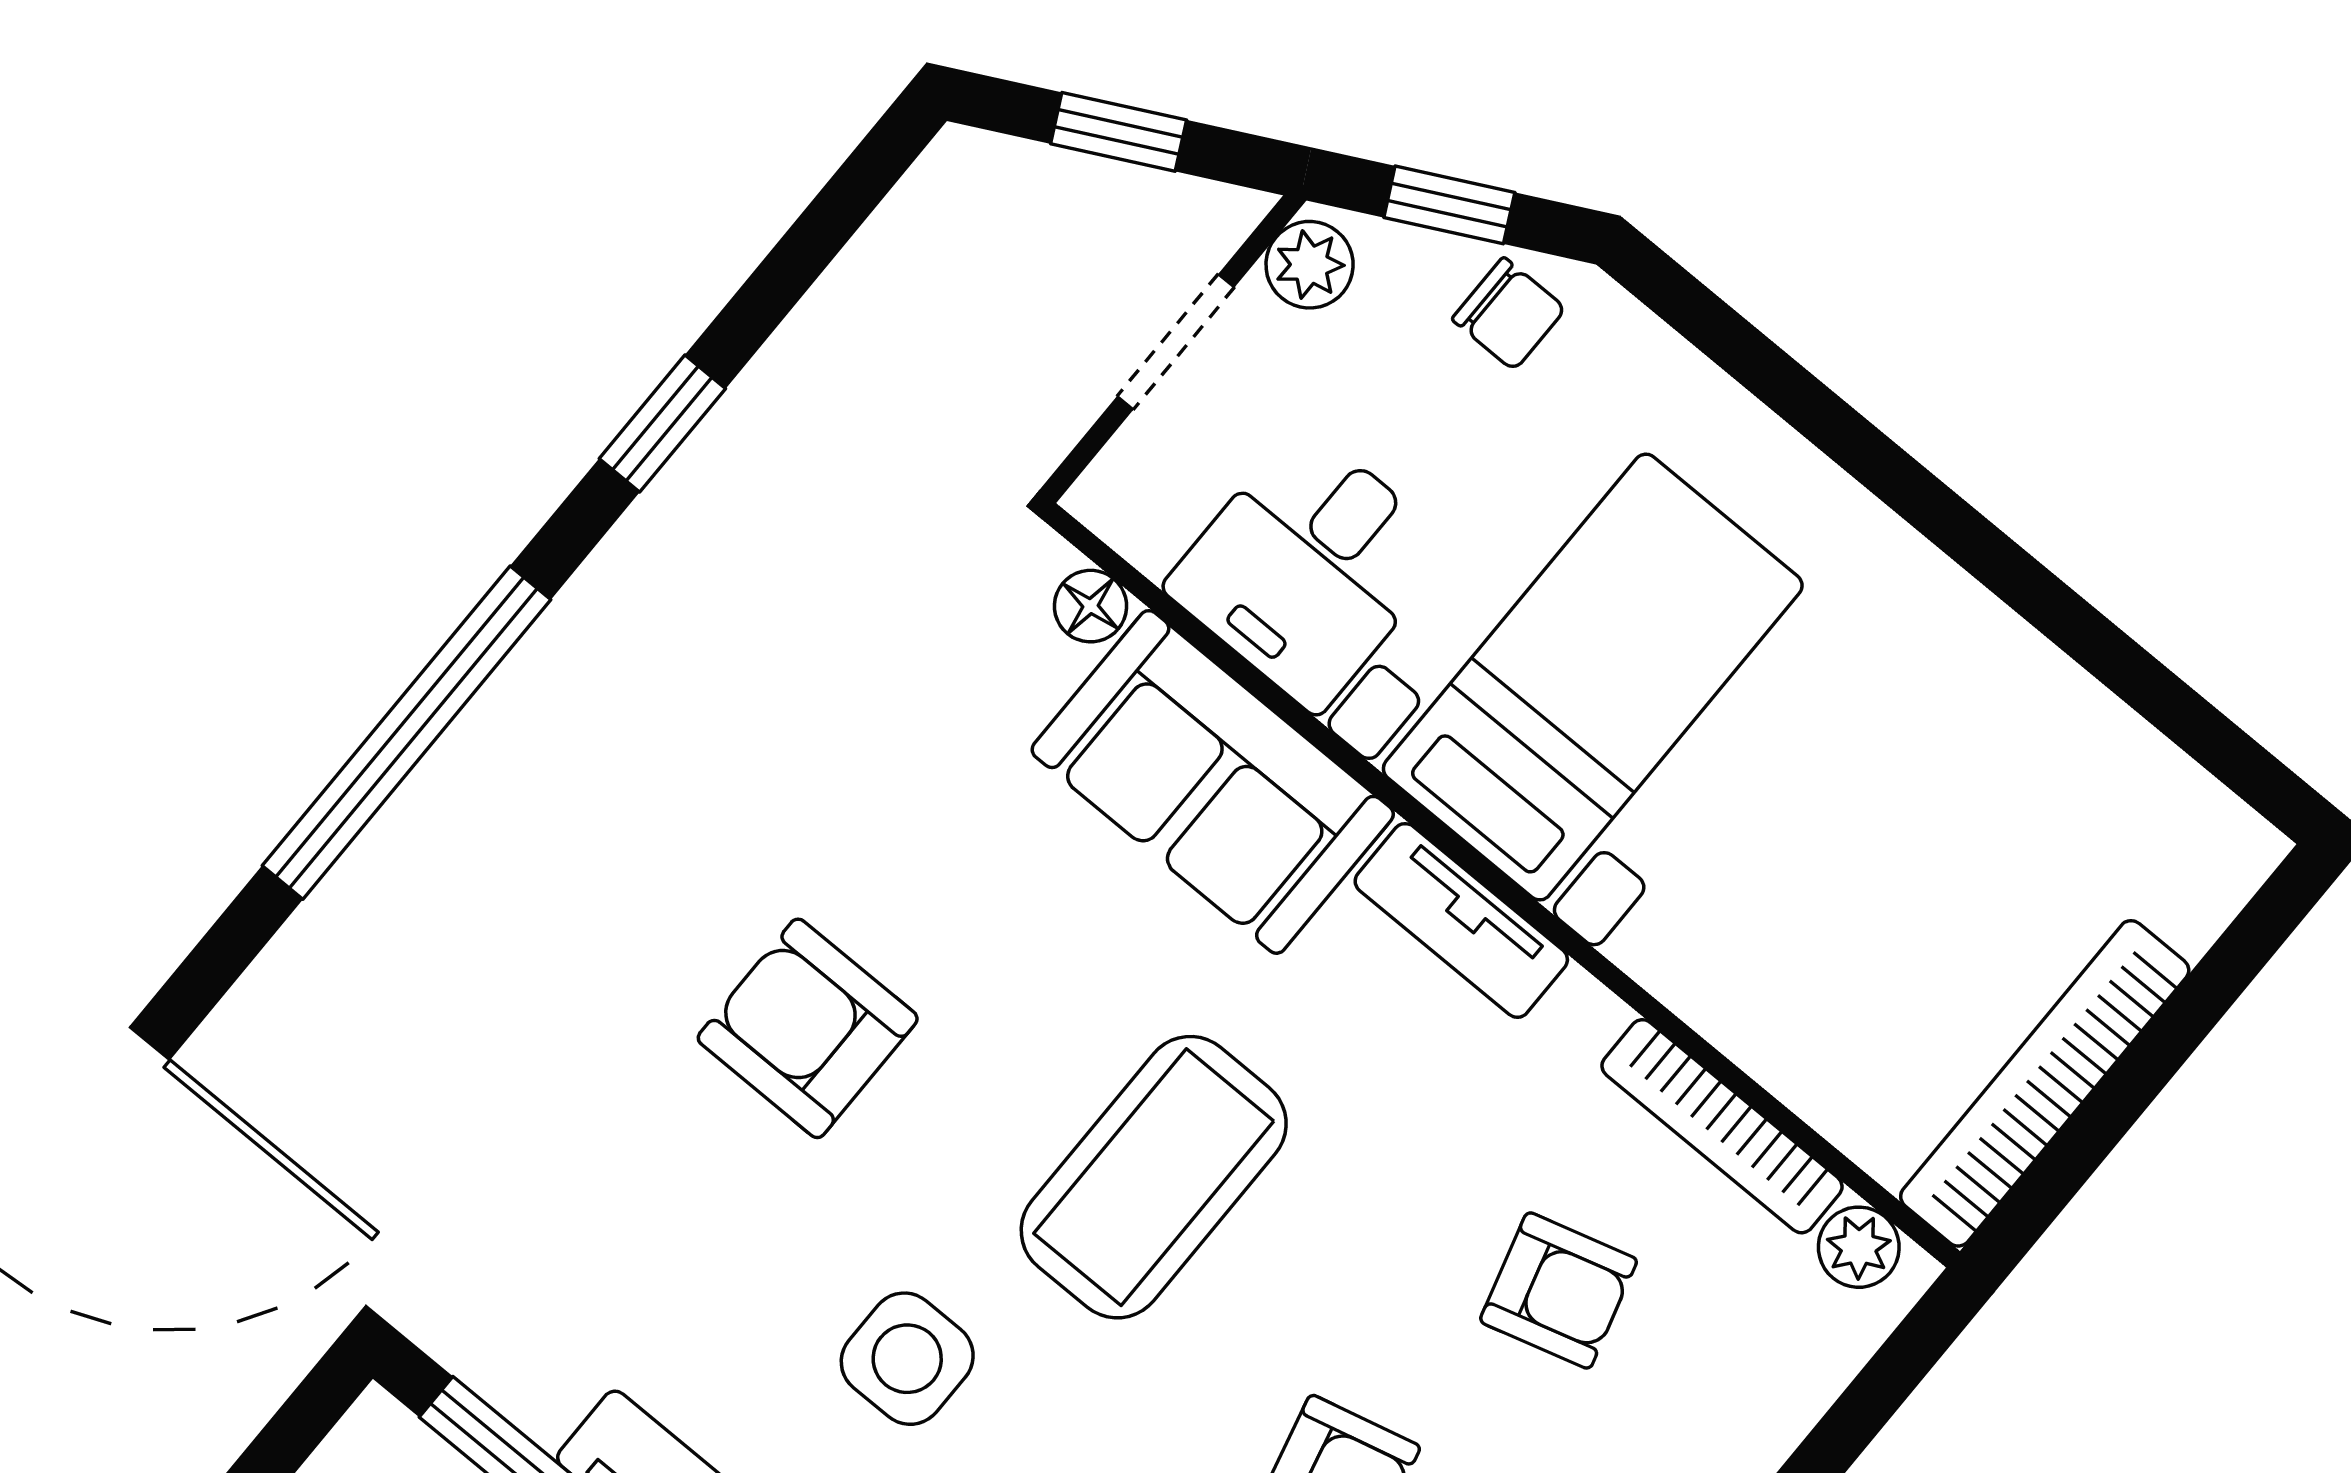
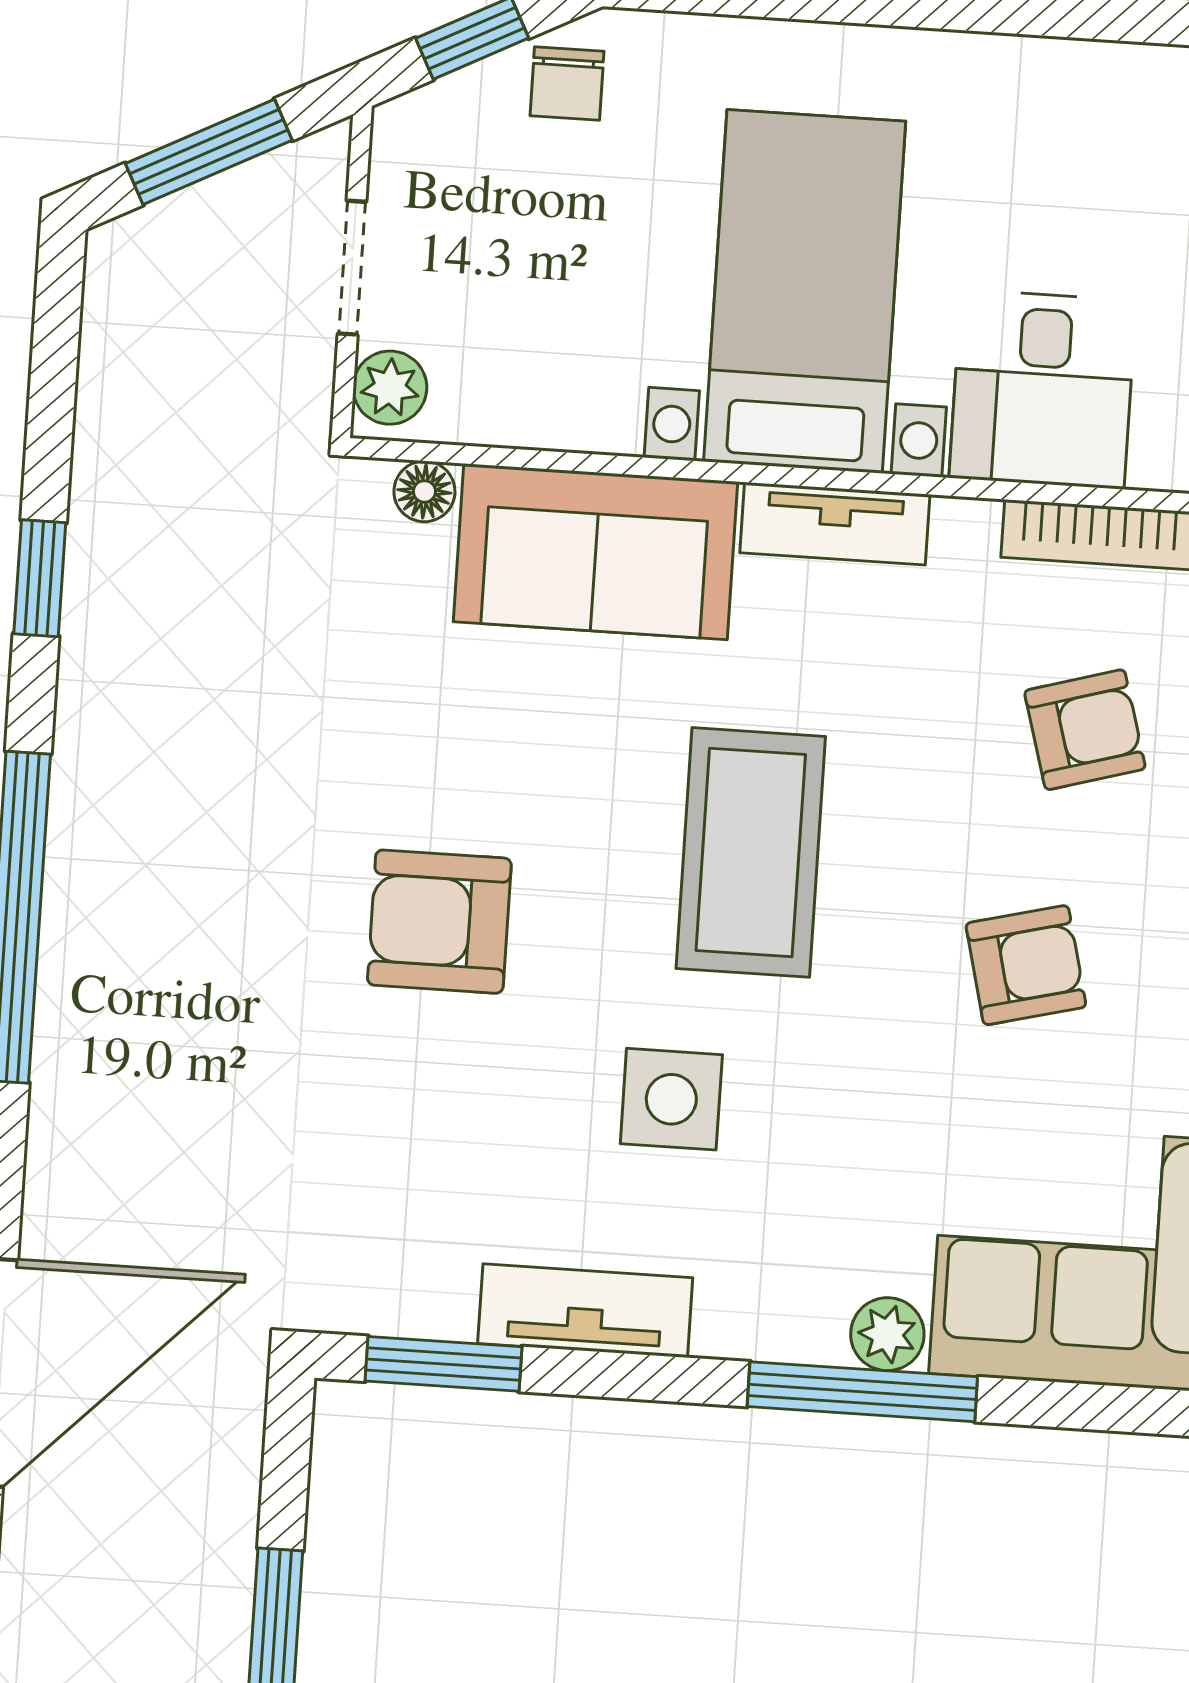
window: (1119, 132) -> (209, 152), width x1.50
plant: (1310, 265) -> (390, 388), moved
chair: (1509, 314) -> (567, 83), turned 90
desk: (1309, 568) -> (1043, 389), moved

